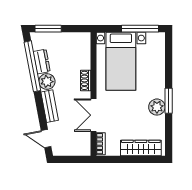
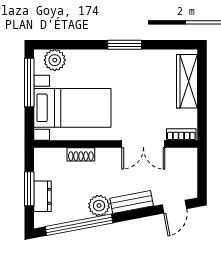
window: (48, 29) -> (29, 189), moved
dresser: (42, 61) -> (43, 196), moved, turned 101
shoe rack: (86, 80) -> (81, 154), moved
plant: (157, 107) -> (55, 60), moved

